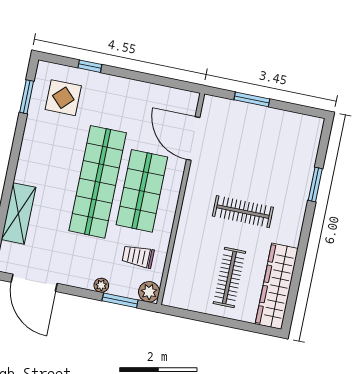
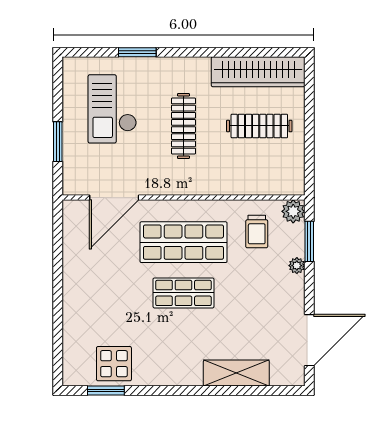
window: (90, 66) -> (58, 328), removed
display table: (63, 98) -> (114, 364), moved
checkout: (270, 153) -> (112, 109), added
shop shelf: (98, 182) -> (183, 293), width x0.50, depth x0.74

